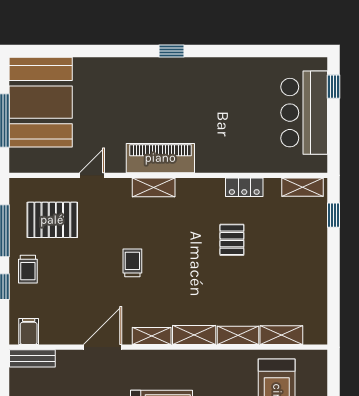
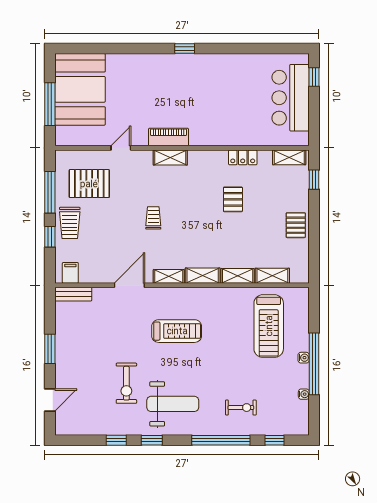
piano: (160, 158) -> (168, 137), width x0.73, depth x0.75
trolley: (28, 269) -> (70, 223), width x1.36, depth x1.39
pallet: (311, 272) -> (296, 225), added

